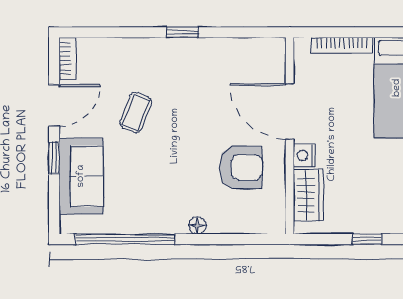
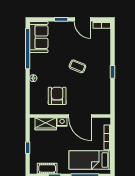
door: (290, 111) -> (80, 116), swing flipped
coffee table: (136, 113) -> (77, 66), moved
armchair: (241, 167) -> (57, 96), turned 180
sofa: (81, 176) -> (39, 37), moved, turned -90

